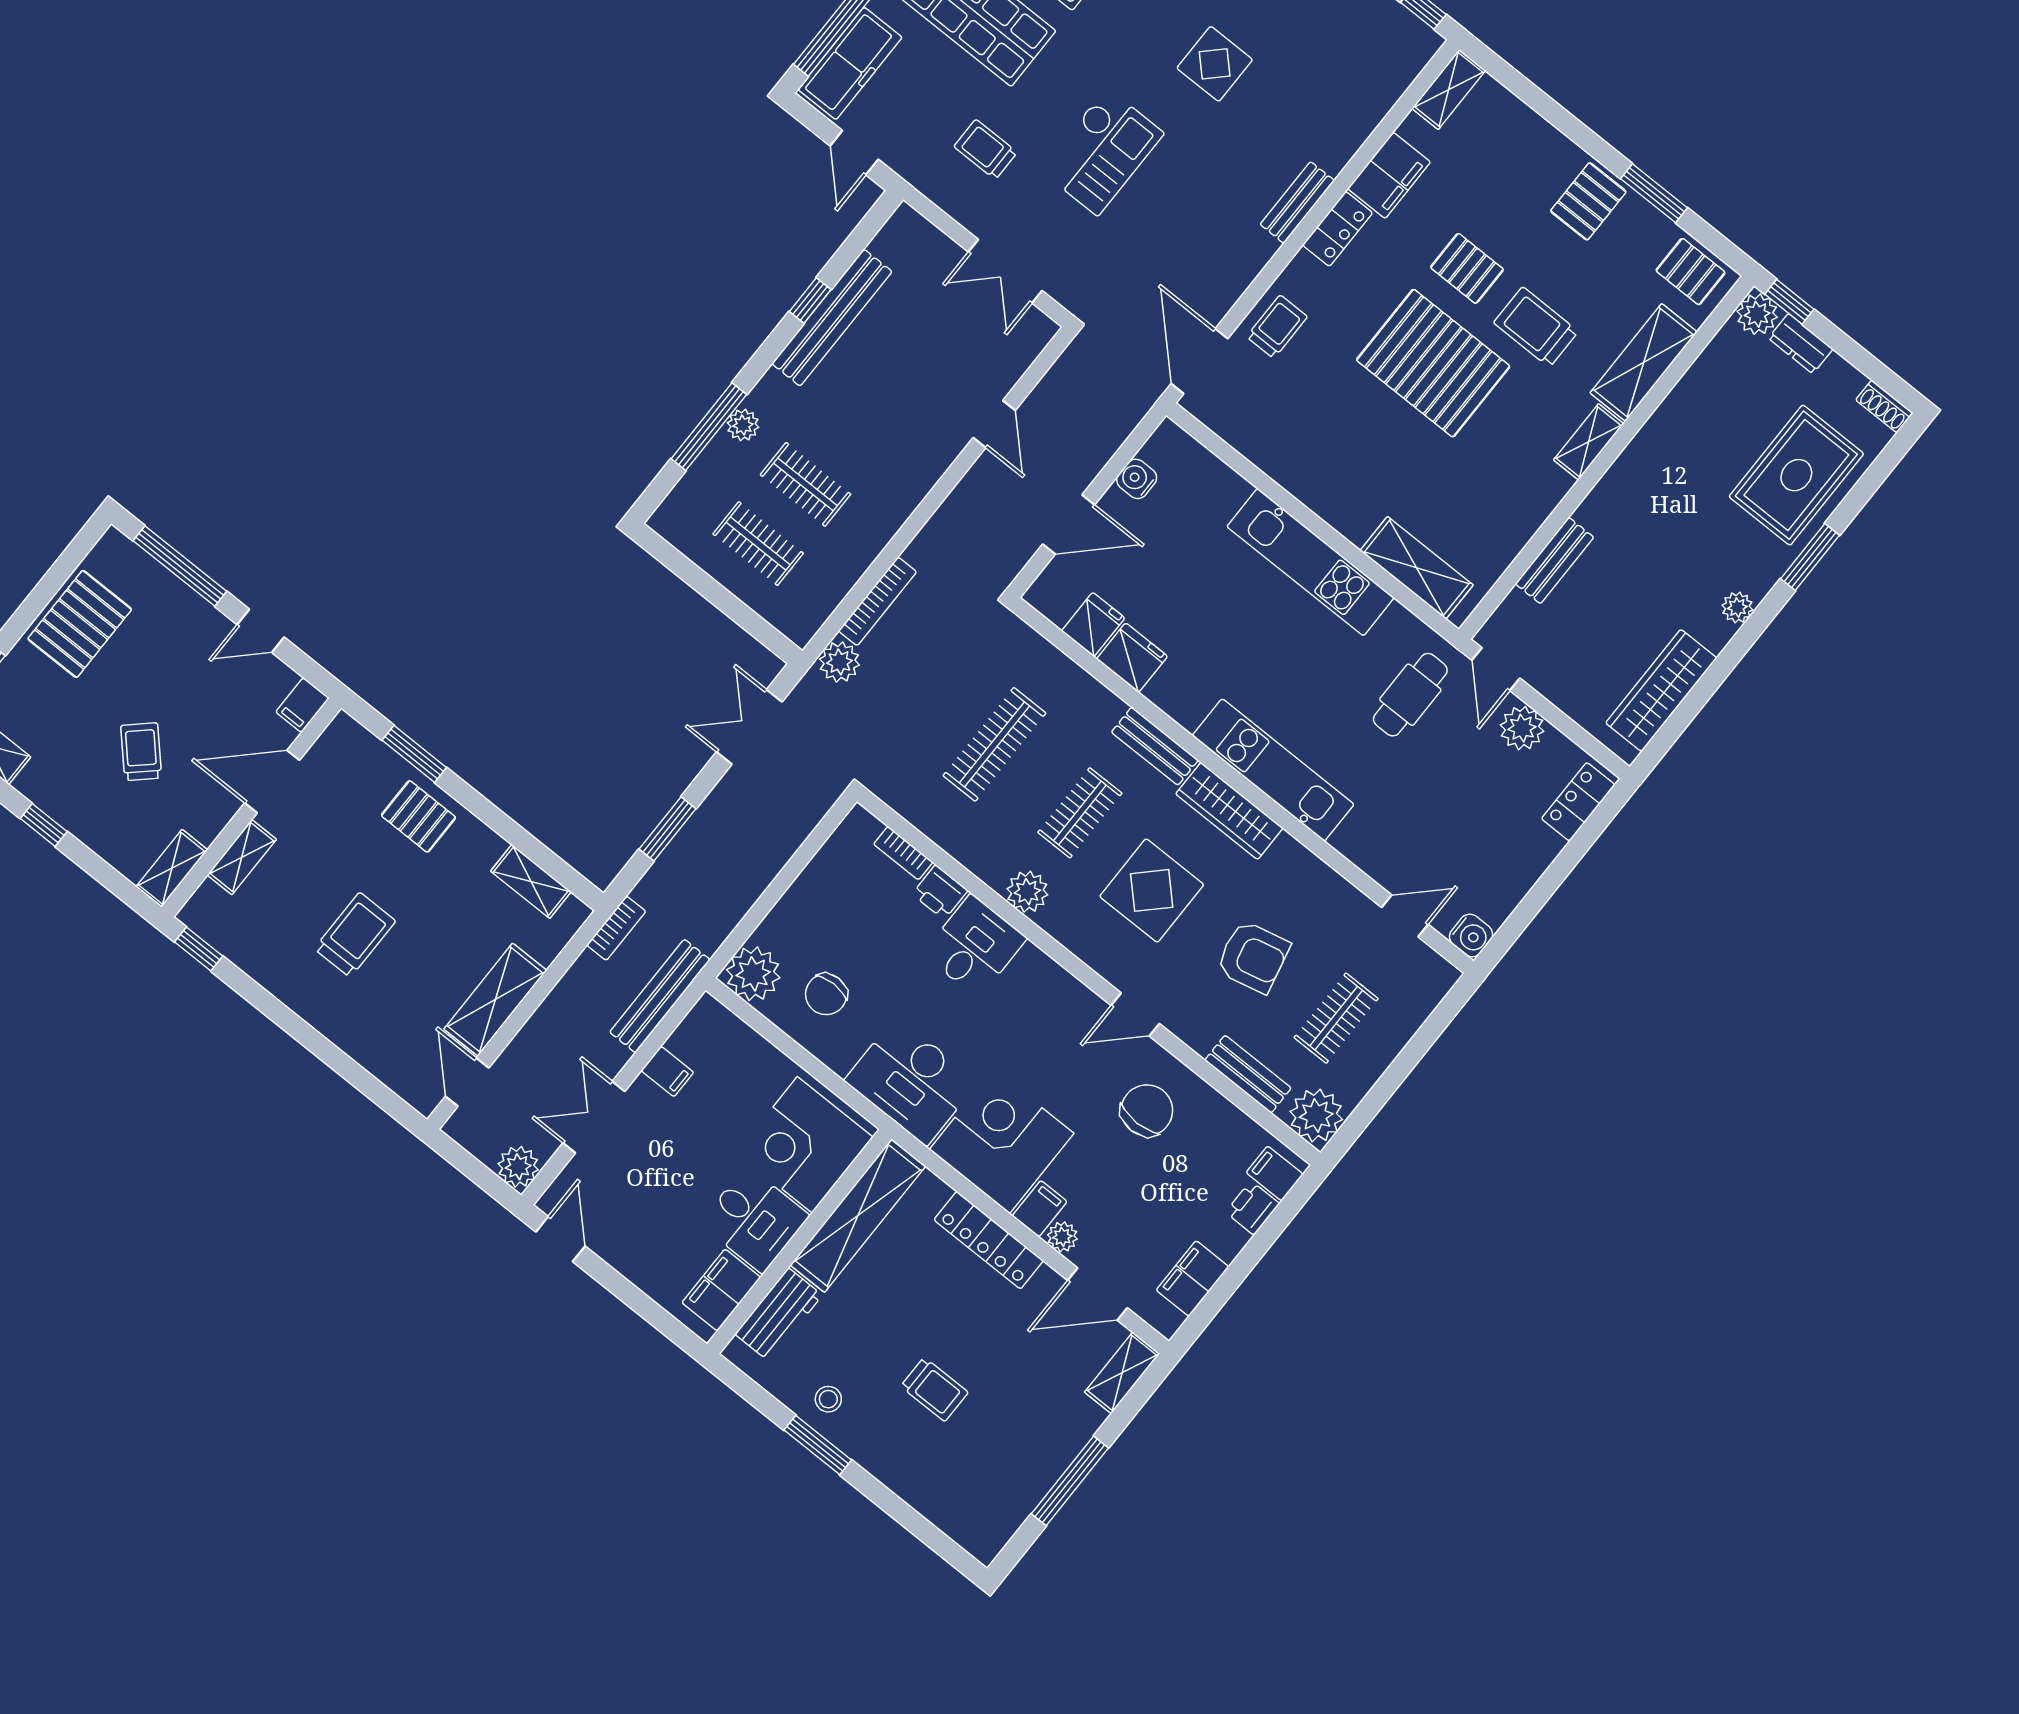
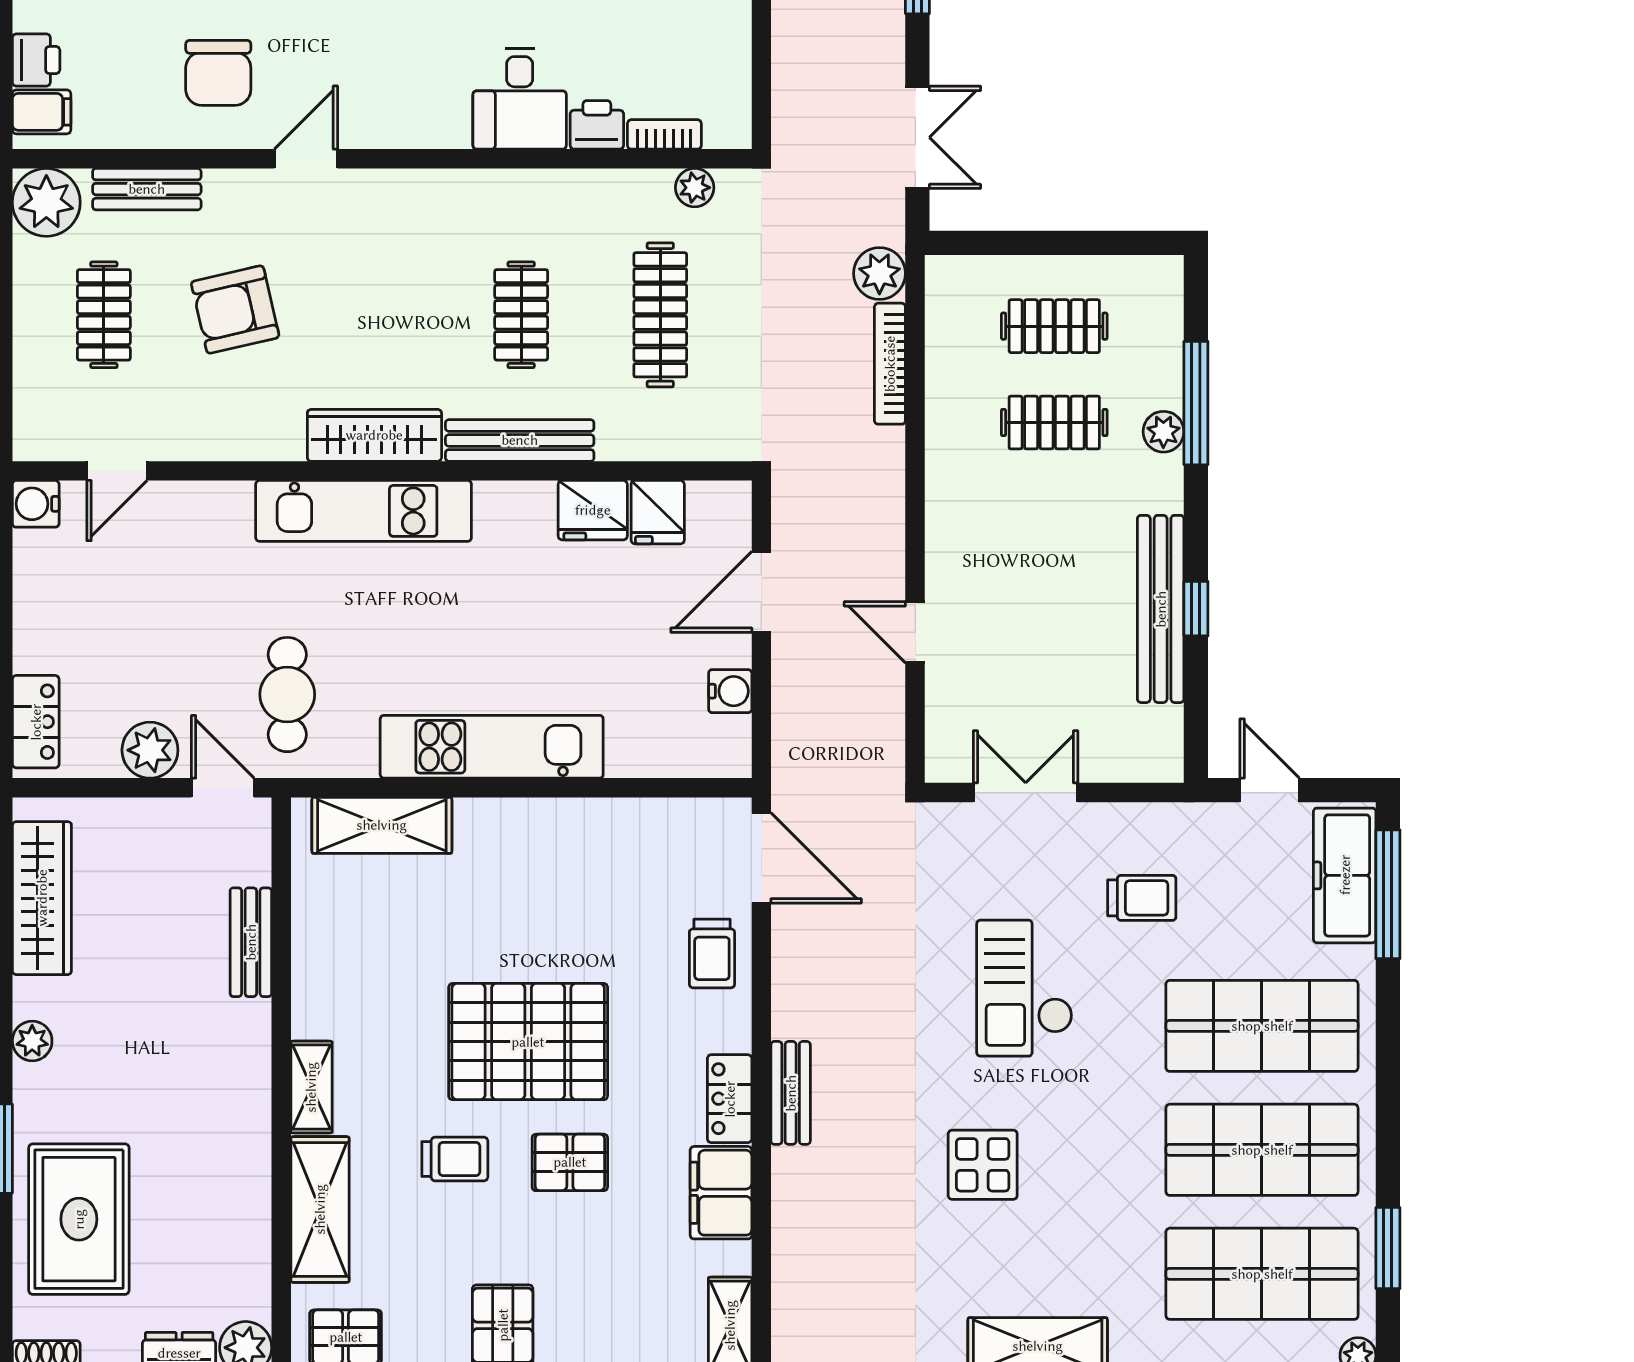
trolley: (1536, 327) -> (455, 1159), width x0.73, depth x0.72
bench: (1155, 746) -> (520, 440), width x1.36
display table: (1152, 890) -> (388, 295), removed
plant: (1027, 892) -> (695, 188), moved, width x0.73, depth x0.73

